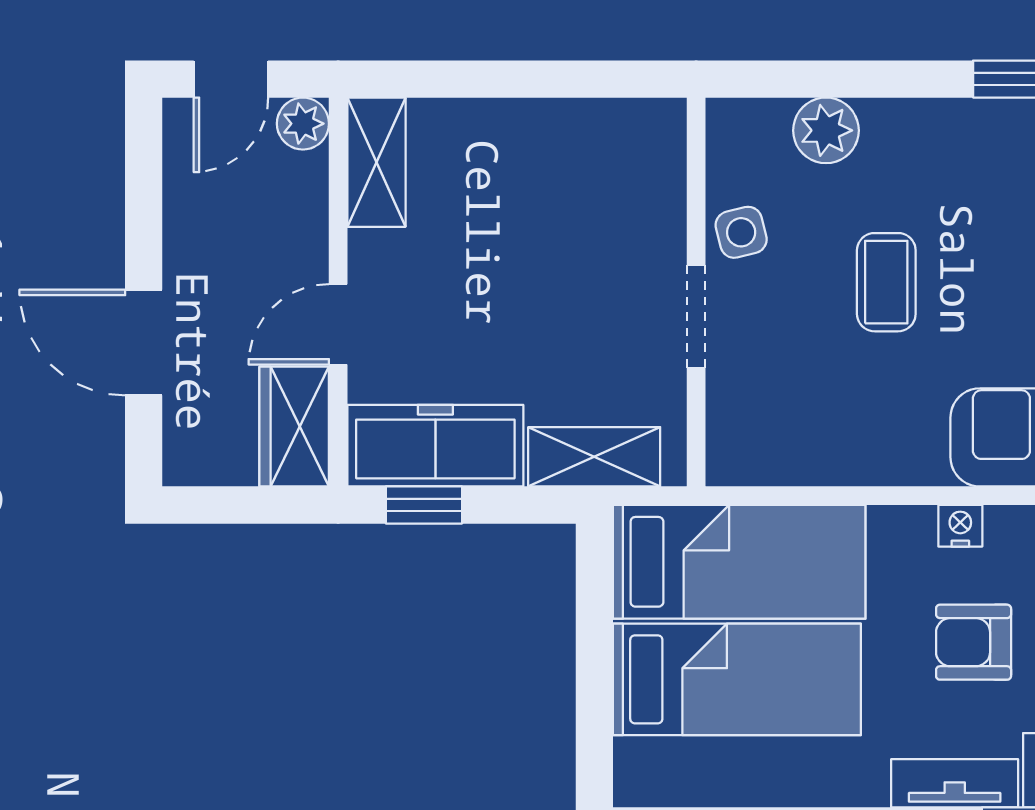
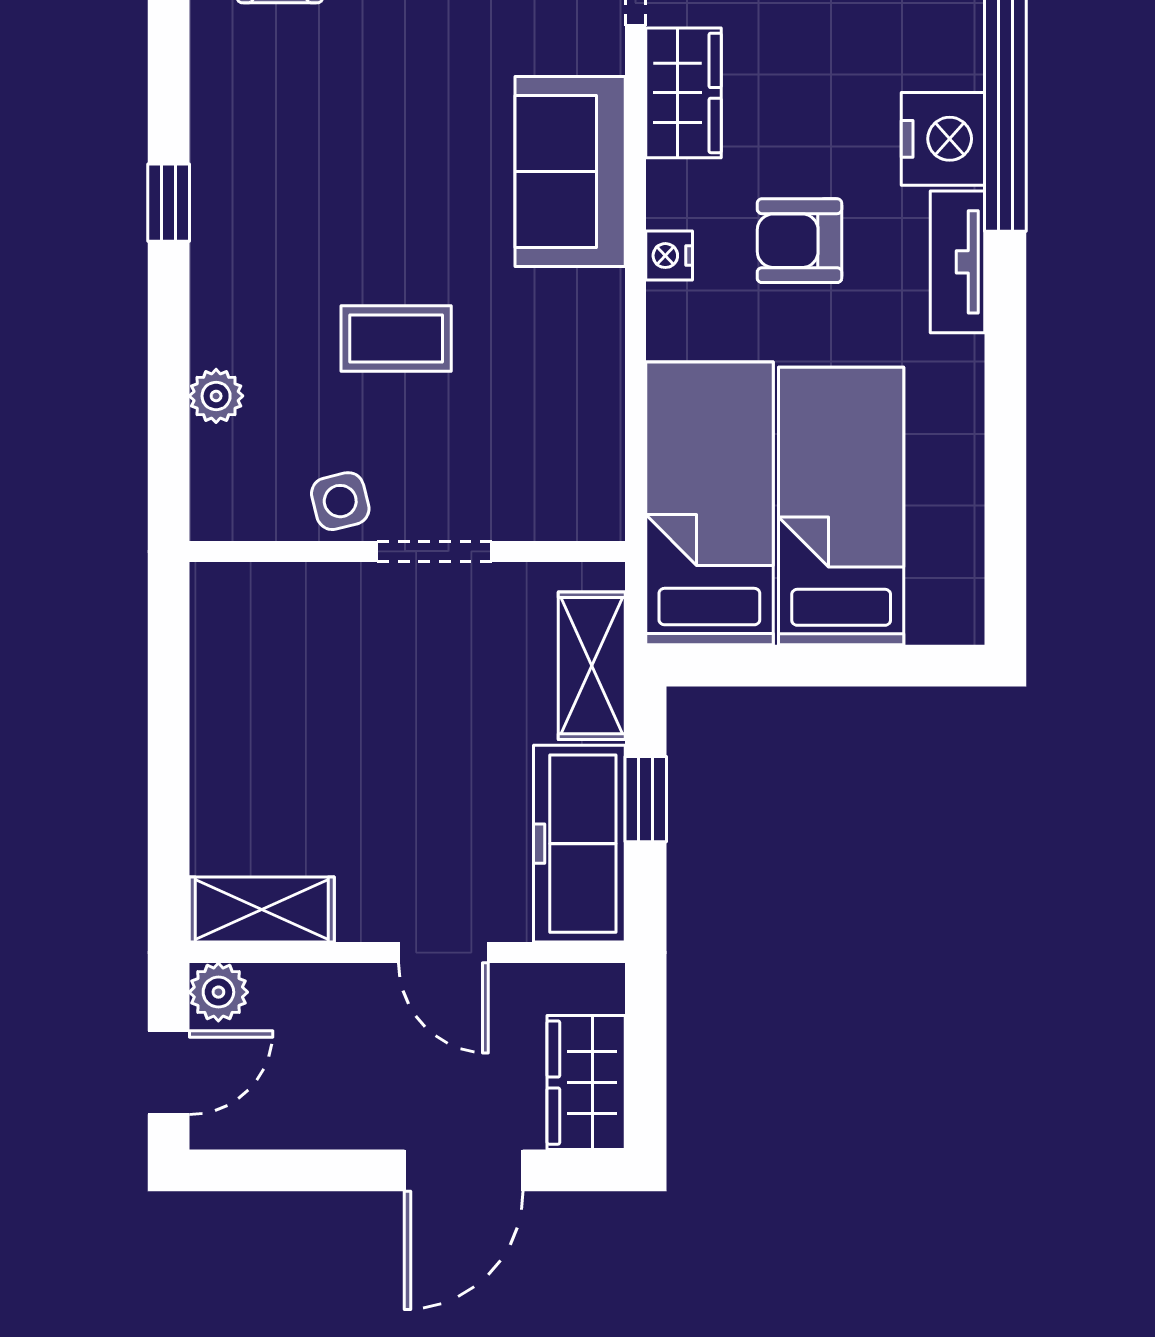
door: (231, 79) -> (169, 1073), hinge flipped
plant: (826, 130) -> (216, 396), width x0.73, depth x0.73
wardrobe: (294, 427) -> (586, 1083), moved, turned 90
window: (424, 505) -> (646, 799), moved
armchair: (974, 642) -> (799, 241), turned 90

